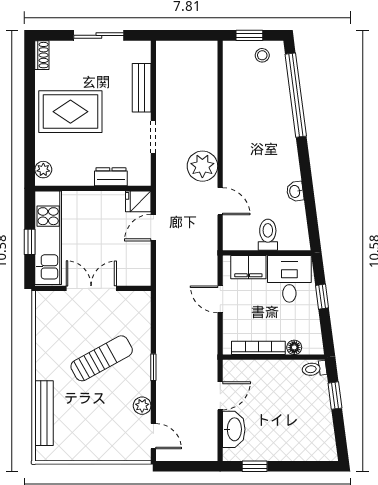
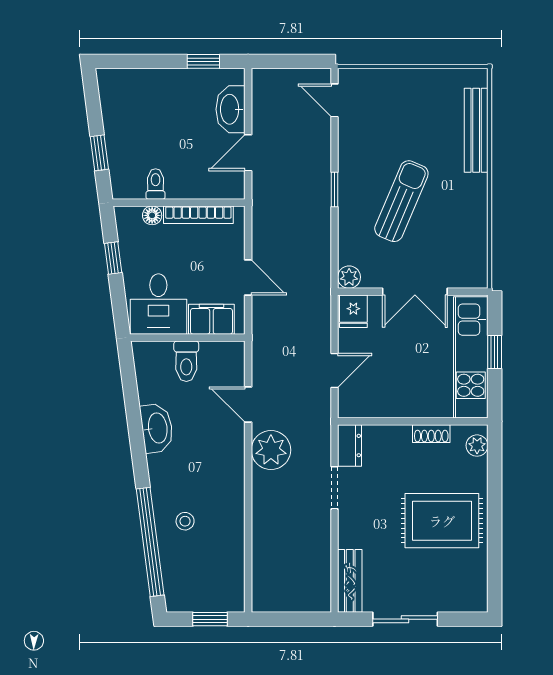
shoe rack: (42, 55) -> (431, 434), moved, turned -90
stool: (262, 55) -> (185, 521), moved
bench: (142, 88) -> (350, 581), moved
dresser: (111, 177) -> (350, 446), moved, turned -90
washbasin: (295, 191) -> (157, 428), width x1.91, depth x1.45
fridge: (138, 201) -> (353, 311), moved, turned 90
window: (322, 297) -> (113, 258), moved
sun lounger: (102, 358) -> (401, 201), turned 142
toilet: (314, 369) -> (156, 184), moved, turned -83
plant: (142, 406) -> (349, 277), moved

